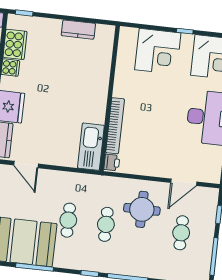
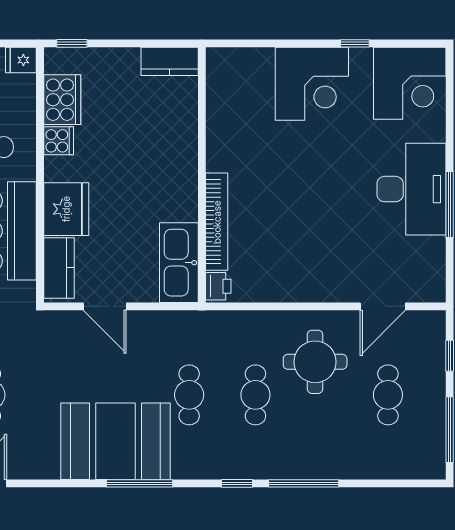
wall: (110, 98) -> (202, 175), moved
bookcase: (115, 126) -> (217, 222), moved
kitchen sink: (91, 147) -> (179, 263), moved
printer: (112, 163) -> (218, 286), moved

